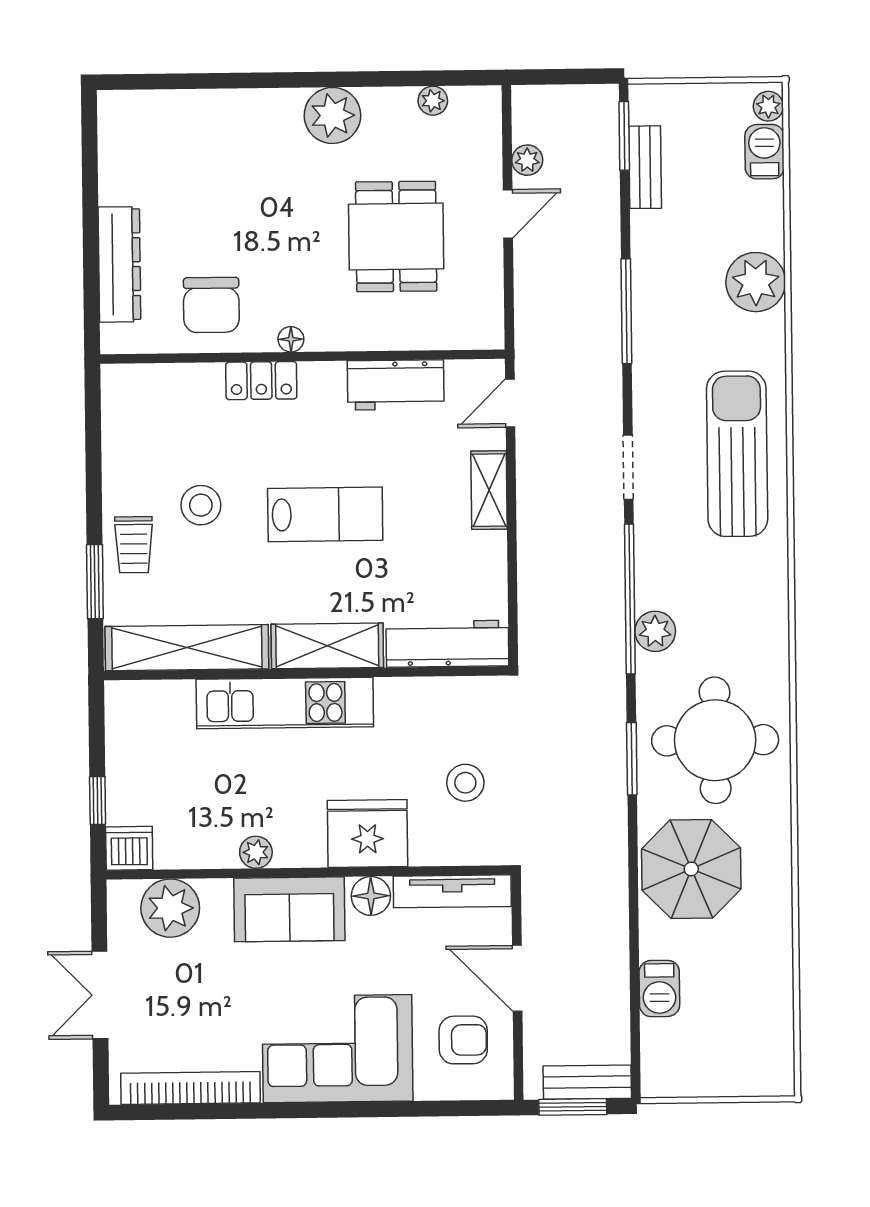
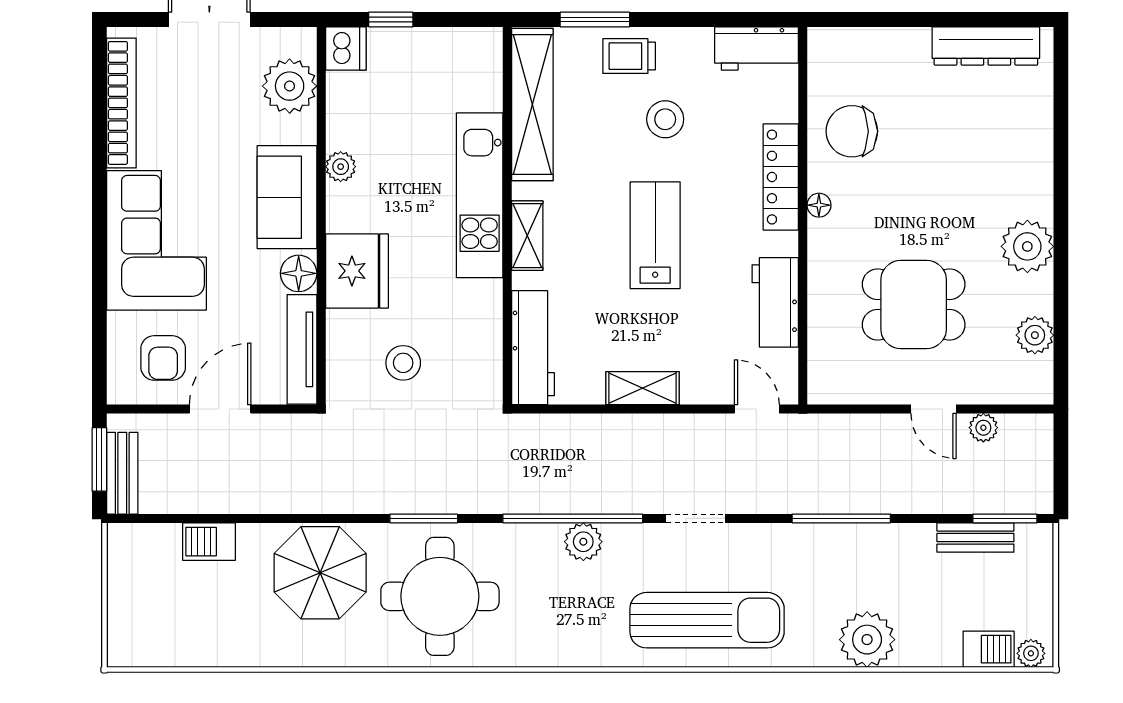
plant: (433, 101) -> (1035, 335), width x1.38, depth x1.38
dresser: (119, 264) -> (986, 46), moved
locker: (261, 381) -> (781, 177), width x1.53
workbench: (124, 408) -> (756, 48), added
shelving: (489, 490) -> (643, 388), moved
lab bench: (325, 514) -> (655, 235), turned 180
plant: (655, 631) -> (583, 542), moved
shelving: (327, 646) -> (527, 236), width x0.67, depth x0.75

